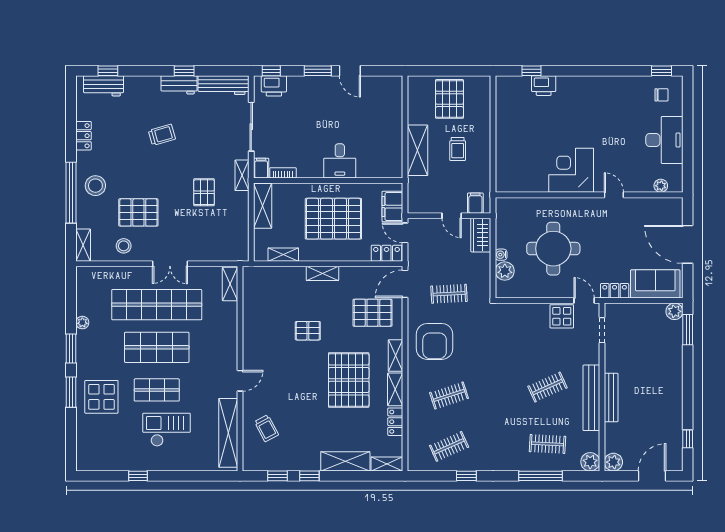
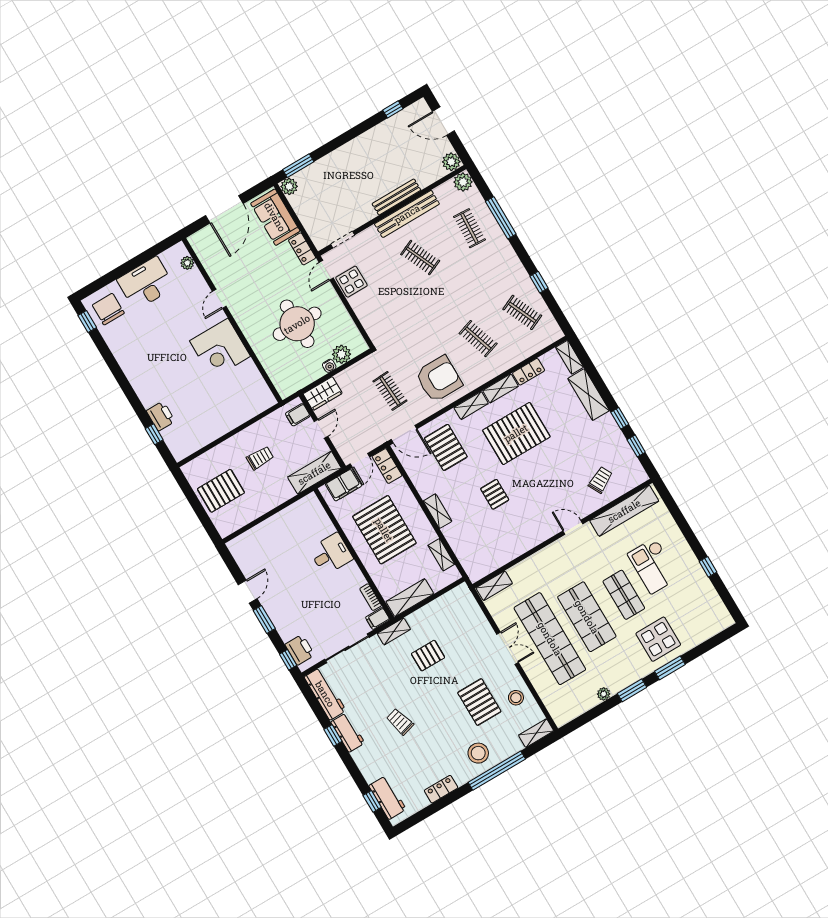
chair: (661, 95) -> (108, 309), width x1.87, depth x1.87
shelving: (417, 150) -> (314, 473), moved

